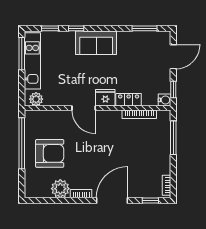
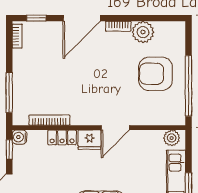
door: (84, 108) -> (115, 128), swing flipped

